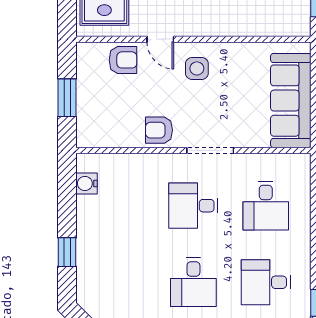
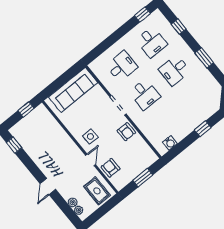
desk: (193, 282) -> (174, 70), turned 180

